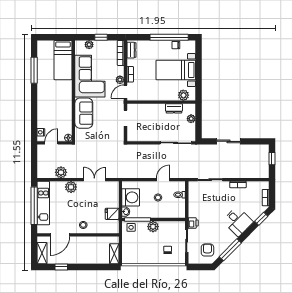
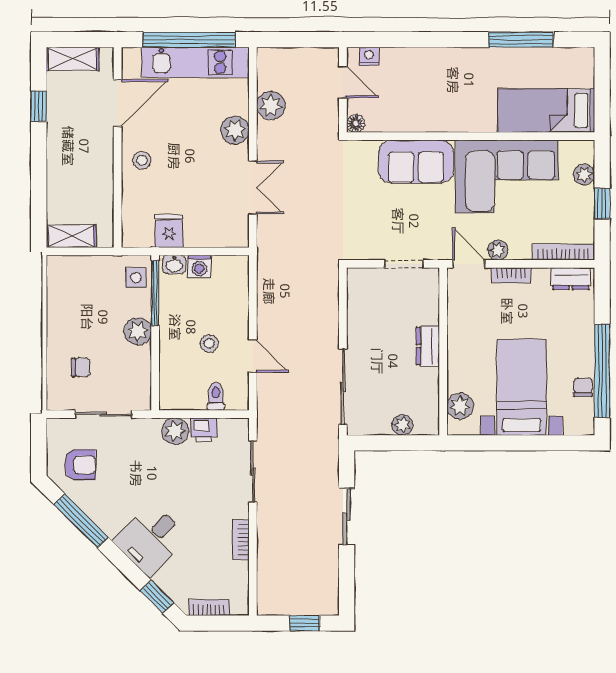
dresser: (174, 108) -> (428, 346), moved
washing machine: (131, 197) -> (199, 266), width x0.53, depth x0.53
plant: (194, 211) -> (175, 431), added
printer: (193, 223) -> (204, 430), moved
door: (60, 235) -> (118, 103), swing flipped

